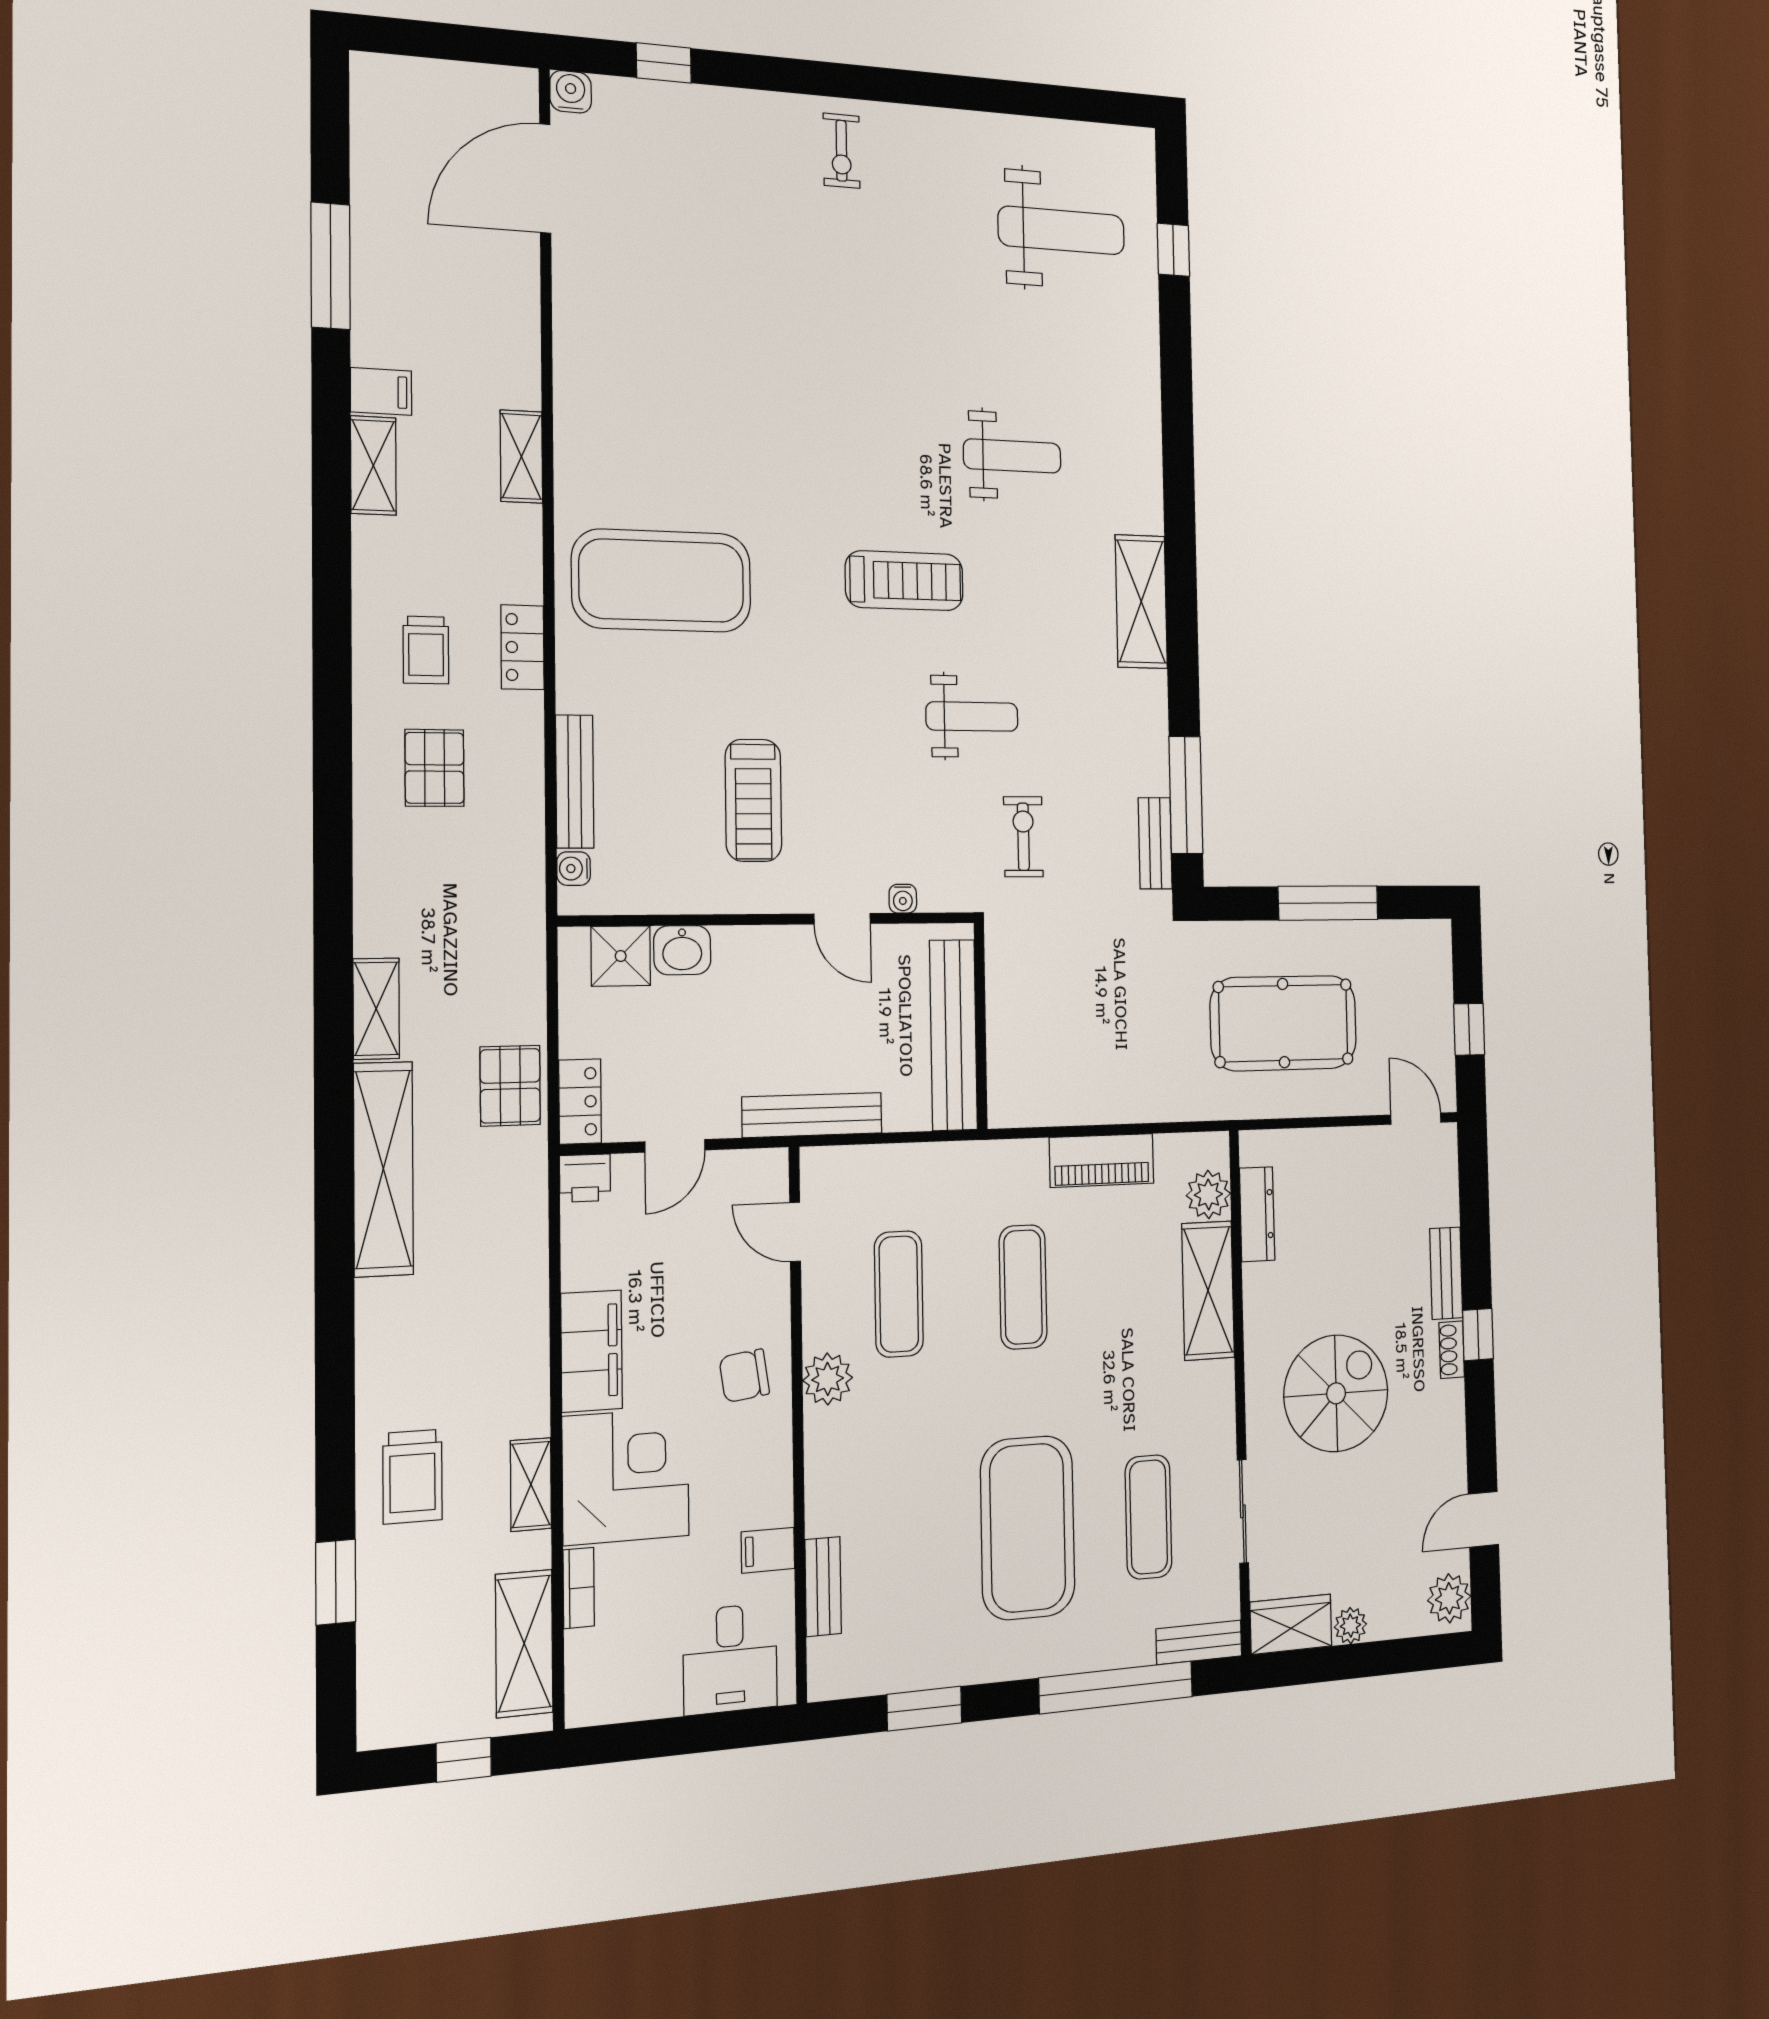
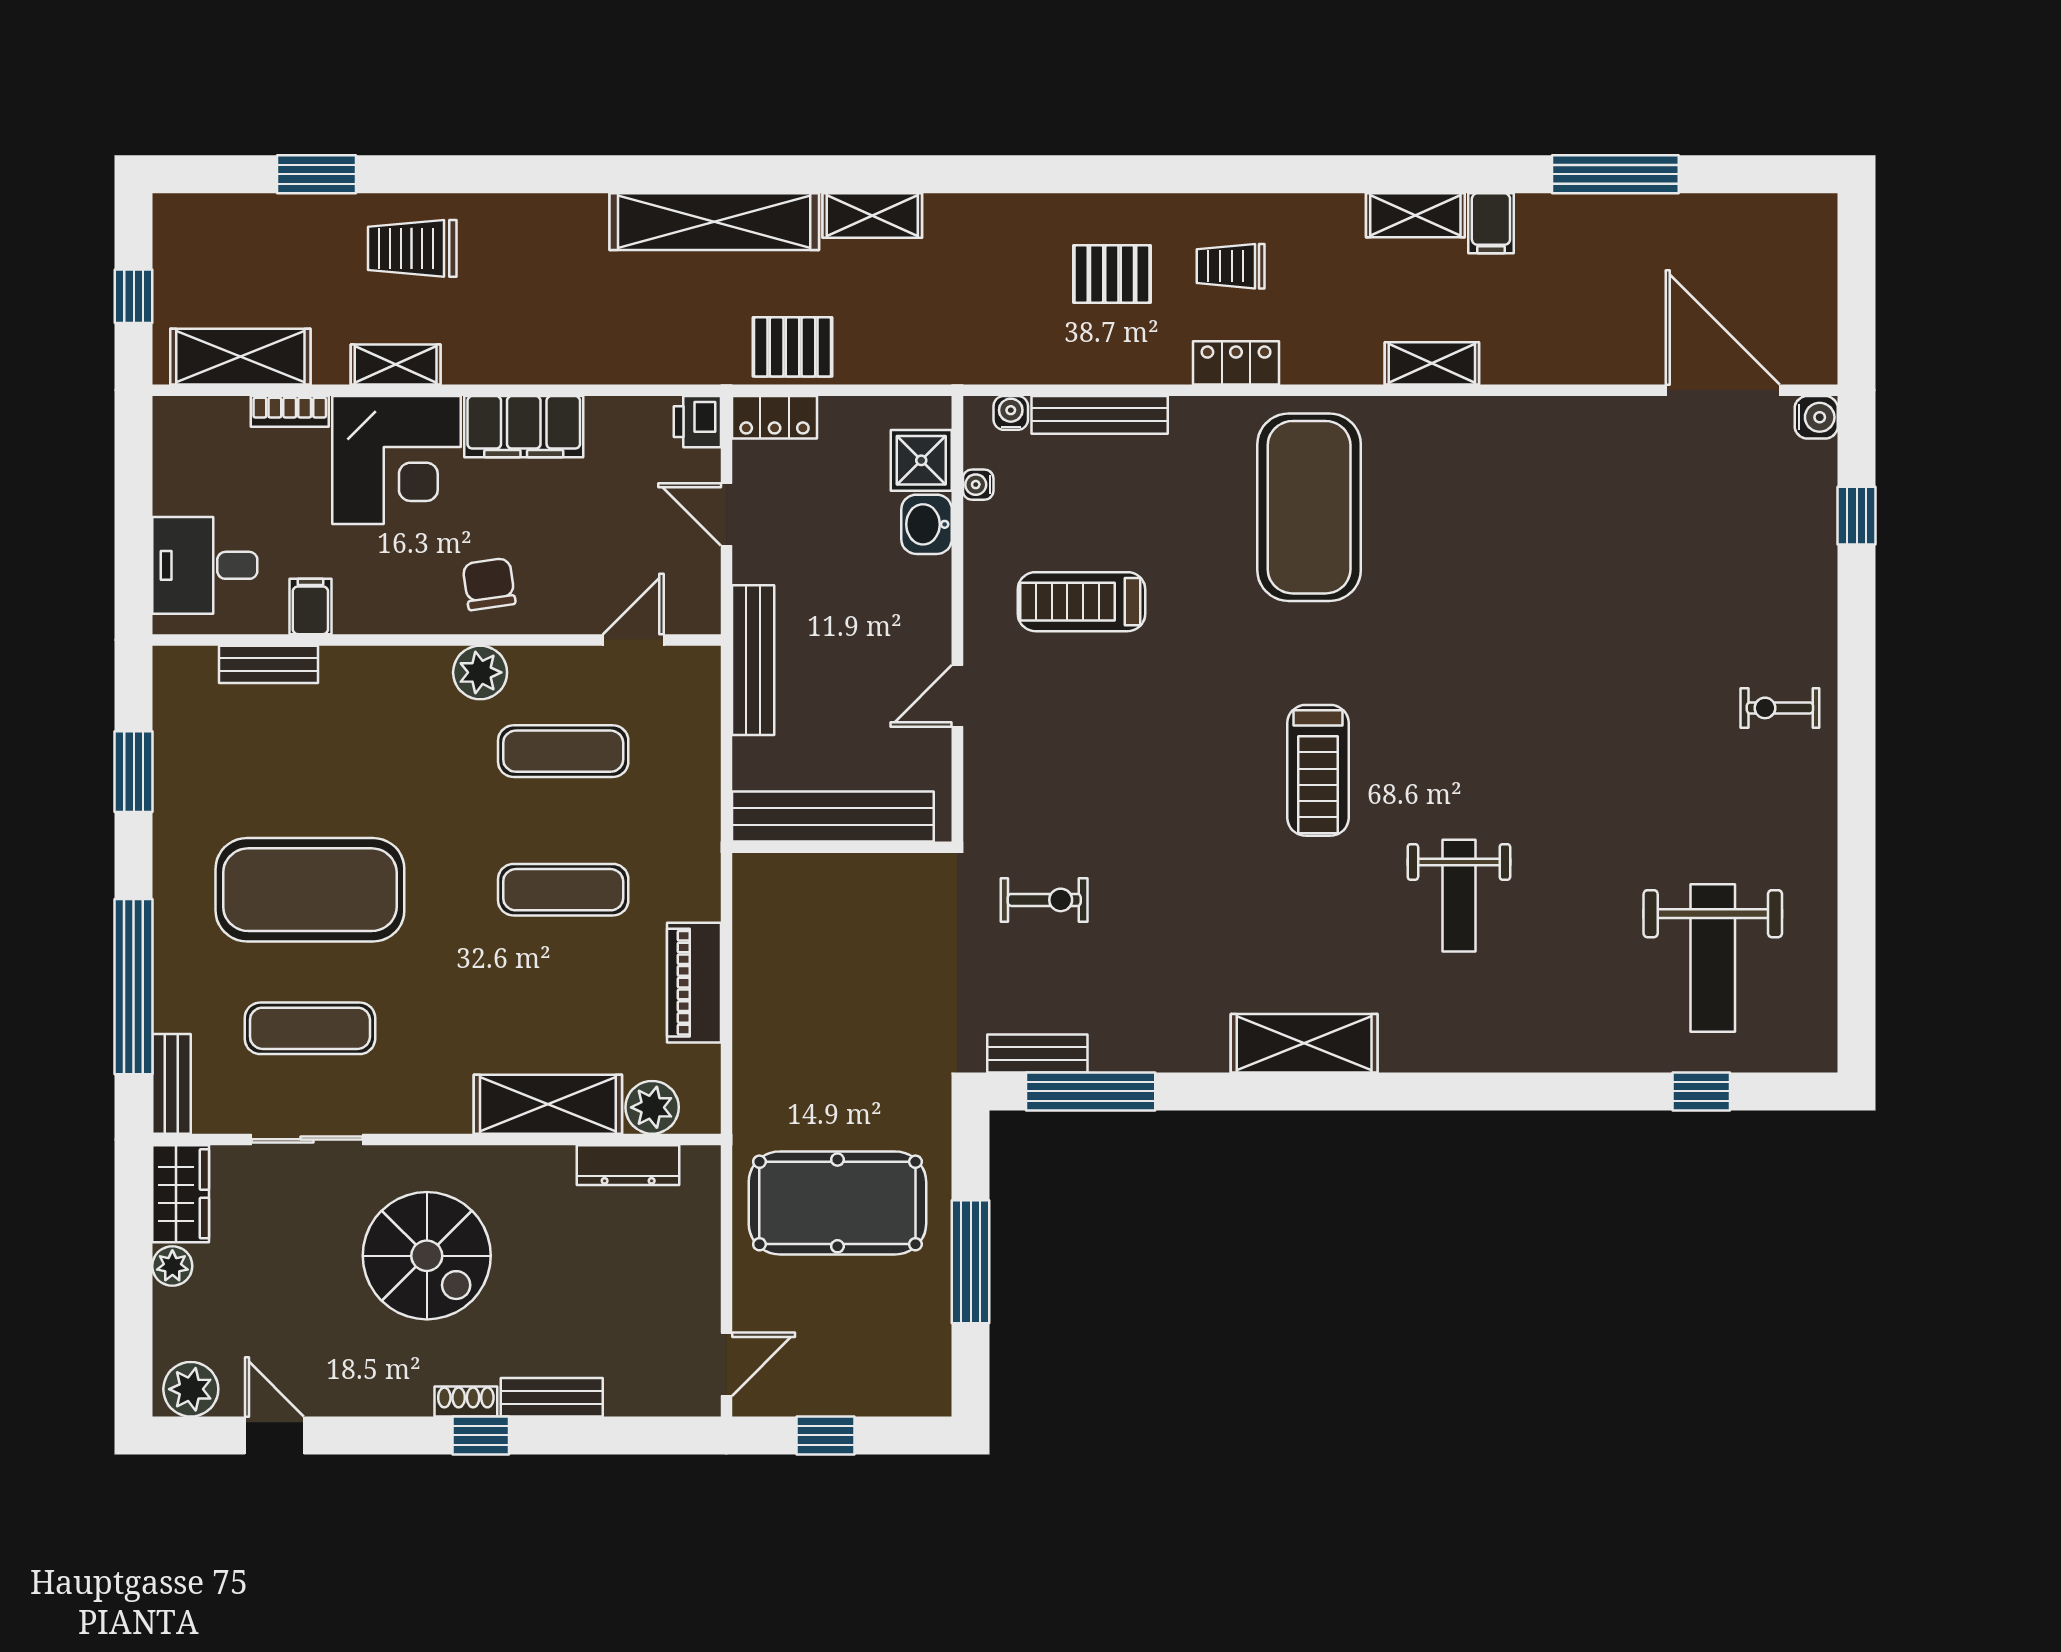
weight bench: (972, 717) -> (1173, 844), removed
water cooler: (903, 899) -> (978, 485), moved
pool table: (1284, 1023) -> (837, 1203), turned 90

